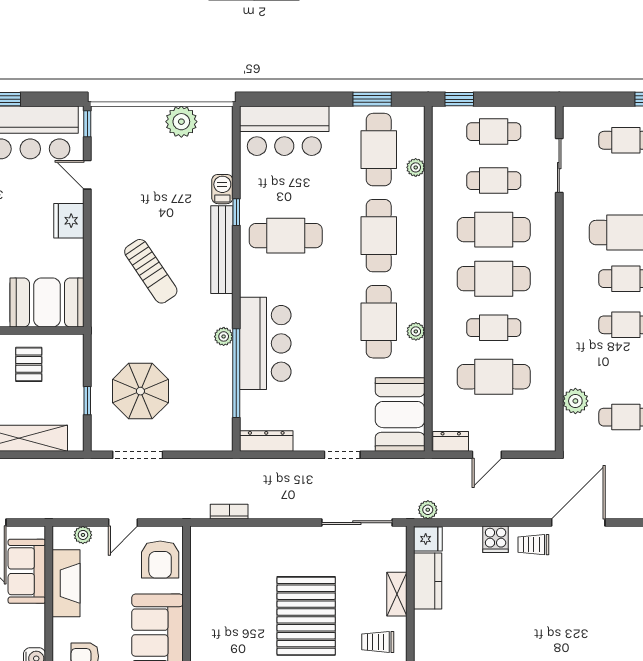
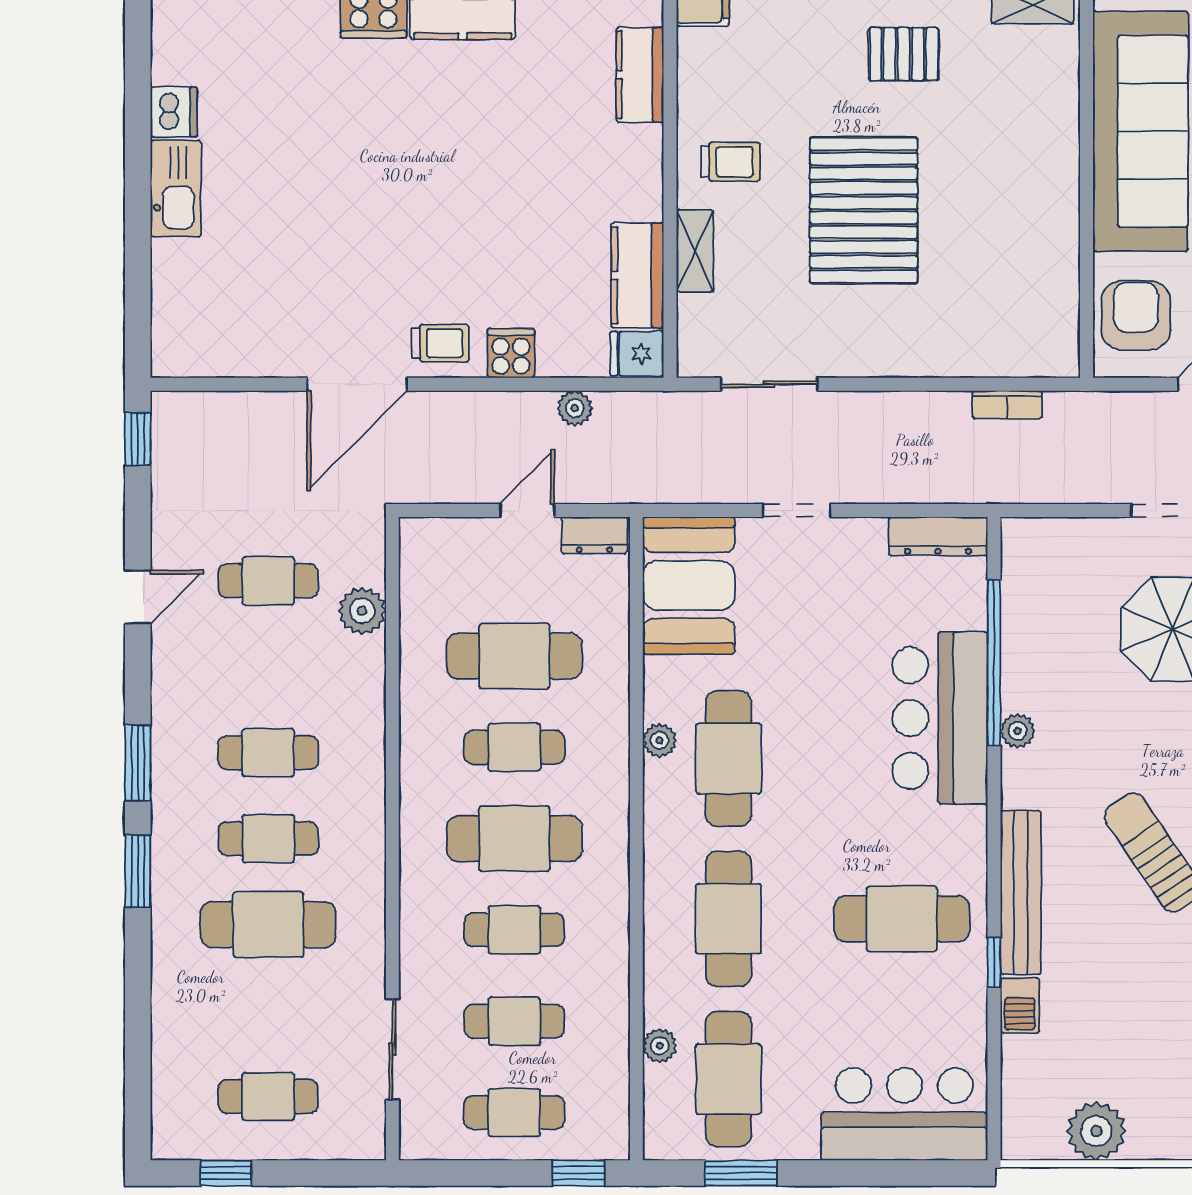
cafe table: (494, 230) -> (514, 930), width x0.73, depth x0.74
plant: (428, 510) -> (575, 408), moved
sliding door: (357, 523) -> (769, 384), width x0.73

